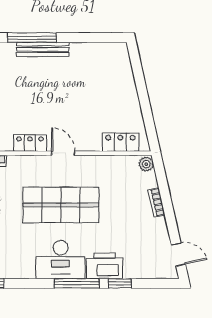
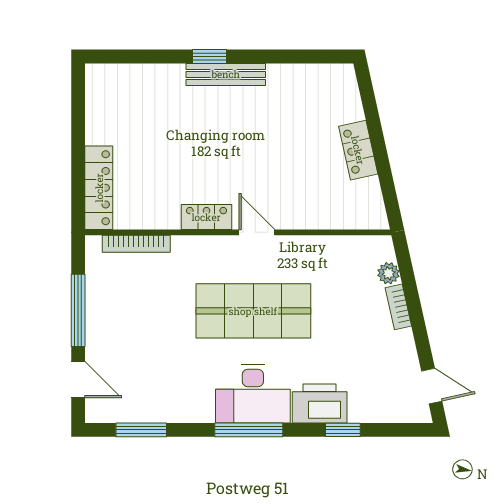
window: (32, 38) -> (209, 57), width x0.46
locker: (120, 142) -> (358, 150), moved, turned -102
plant: (146, 164) -> (388, 273), moved
window: (77, 283) -> (249, 430), moved

